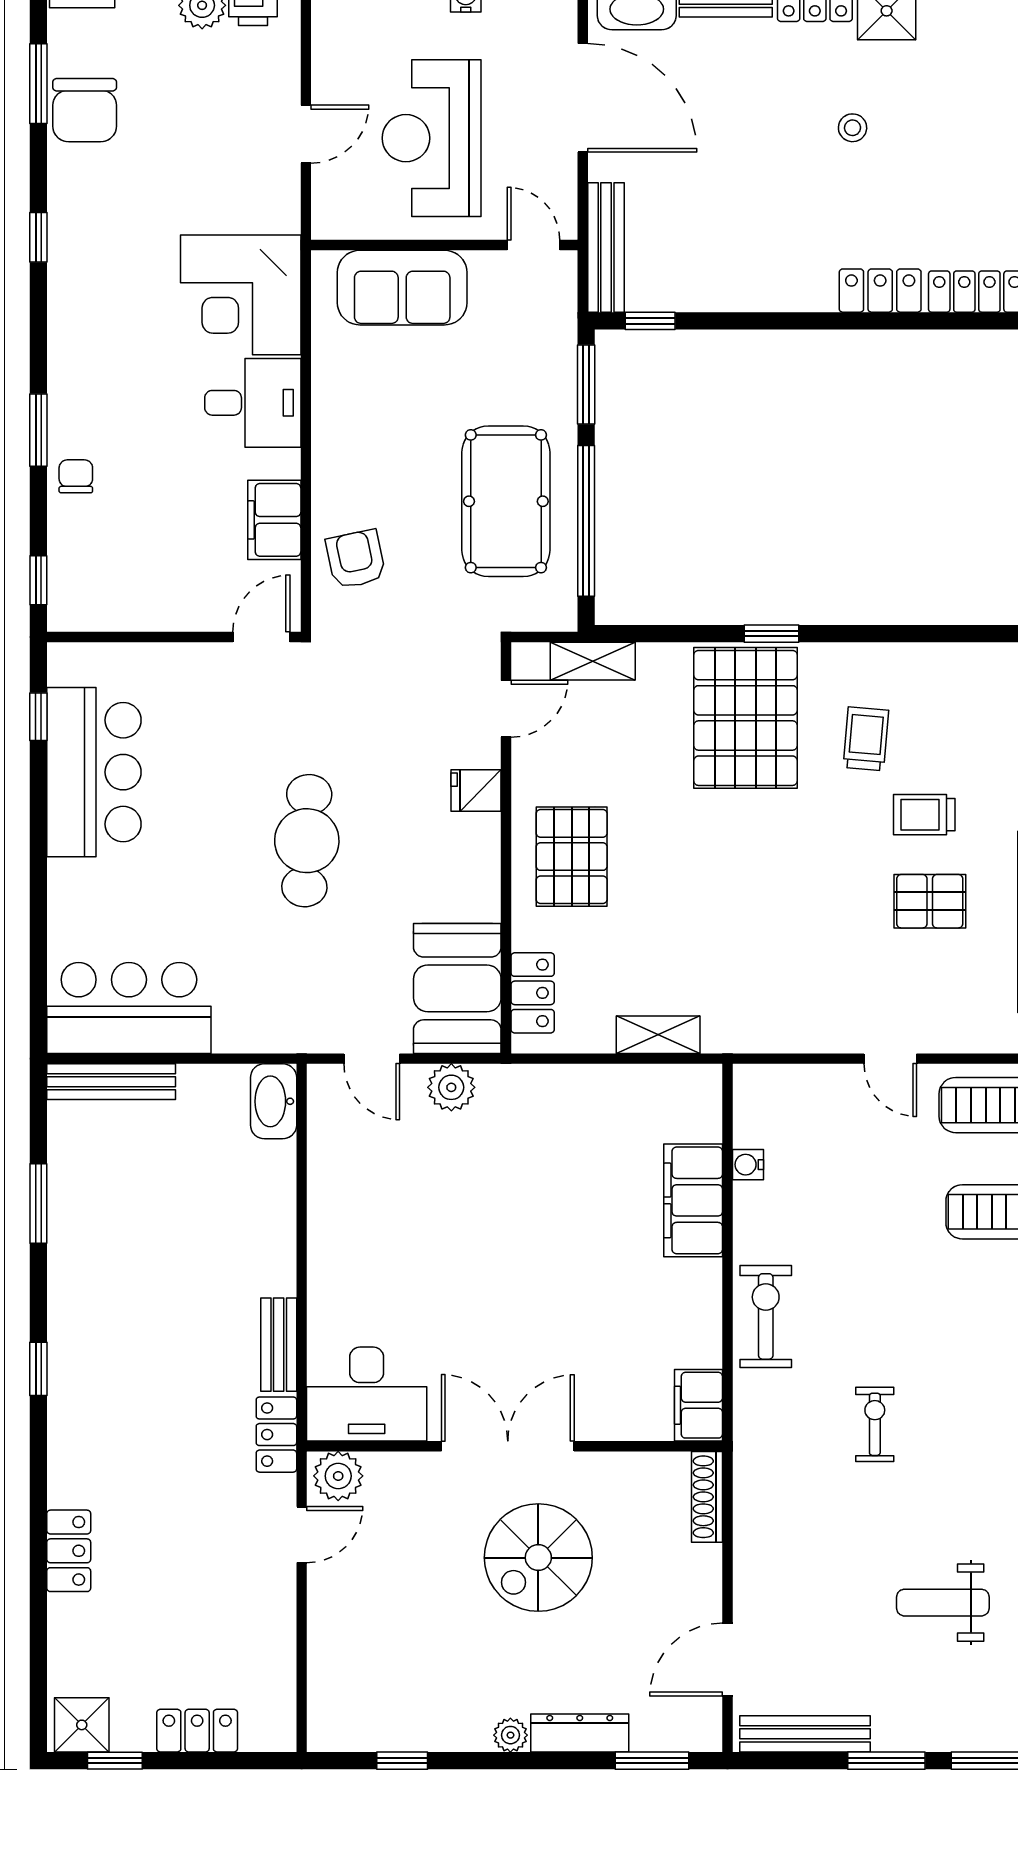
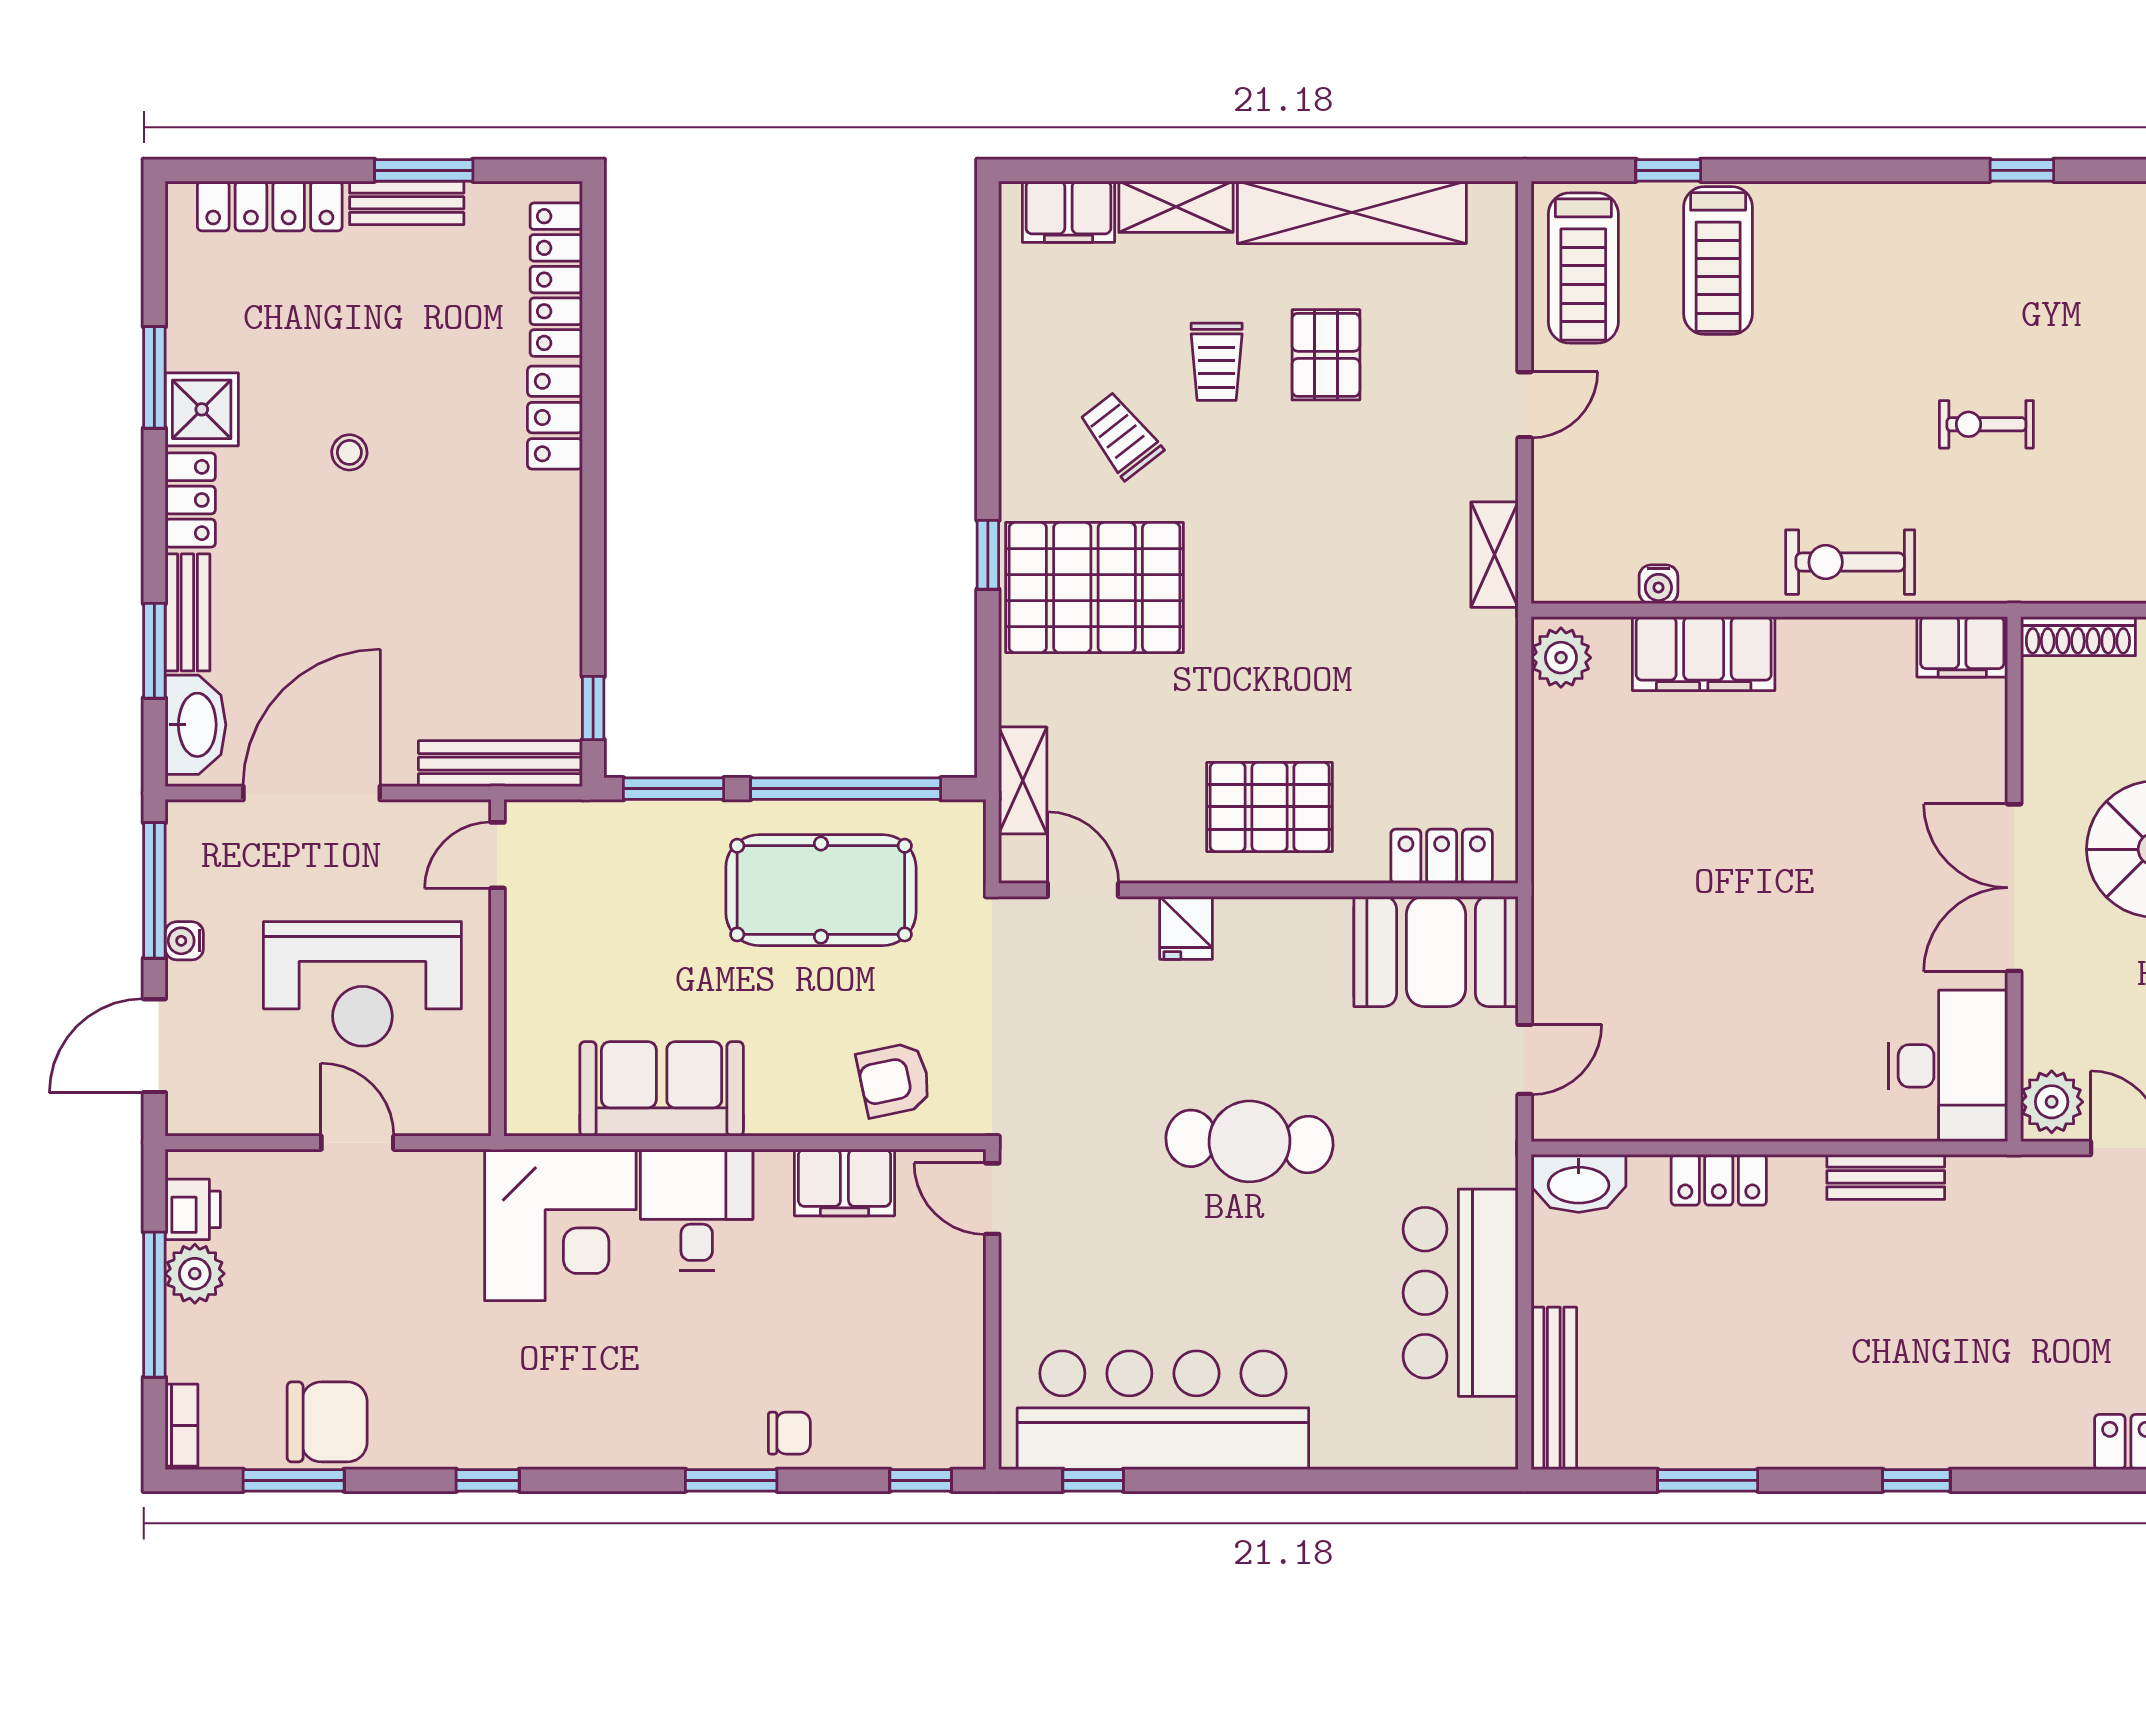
sofa: (402, 288) -> (662, 1089), moved, turned -90
chair: (76, 476) -> (789, 1433), turned 180
trolley: (866, 739) -> (1121, 435), turned 47
bar counter: (94, 772) -> (1163, 1410), width x1.36
bar counter: (129, 1008) -> (1461, 1293), moved
shelving: (658, 1035) -> (1495, 555), moved
plant: (451, 1087) -> (1561, 658), moved
locker: (276, 1435) -> (1719, 1180), moved

